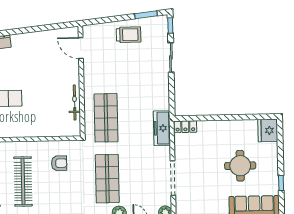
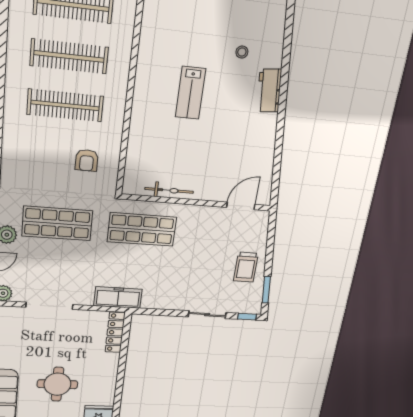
locker: (185, 127) -> (115, 332), width x1.53

